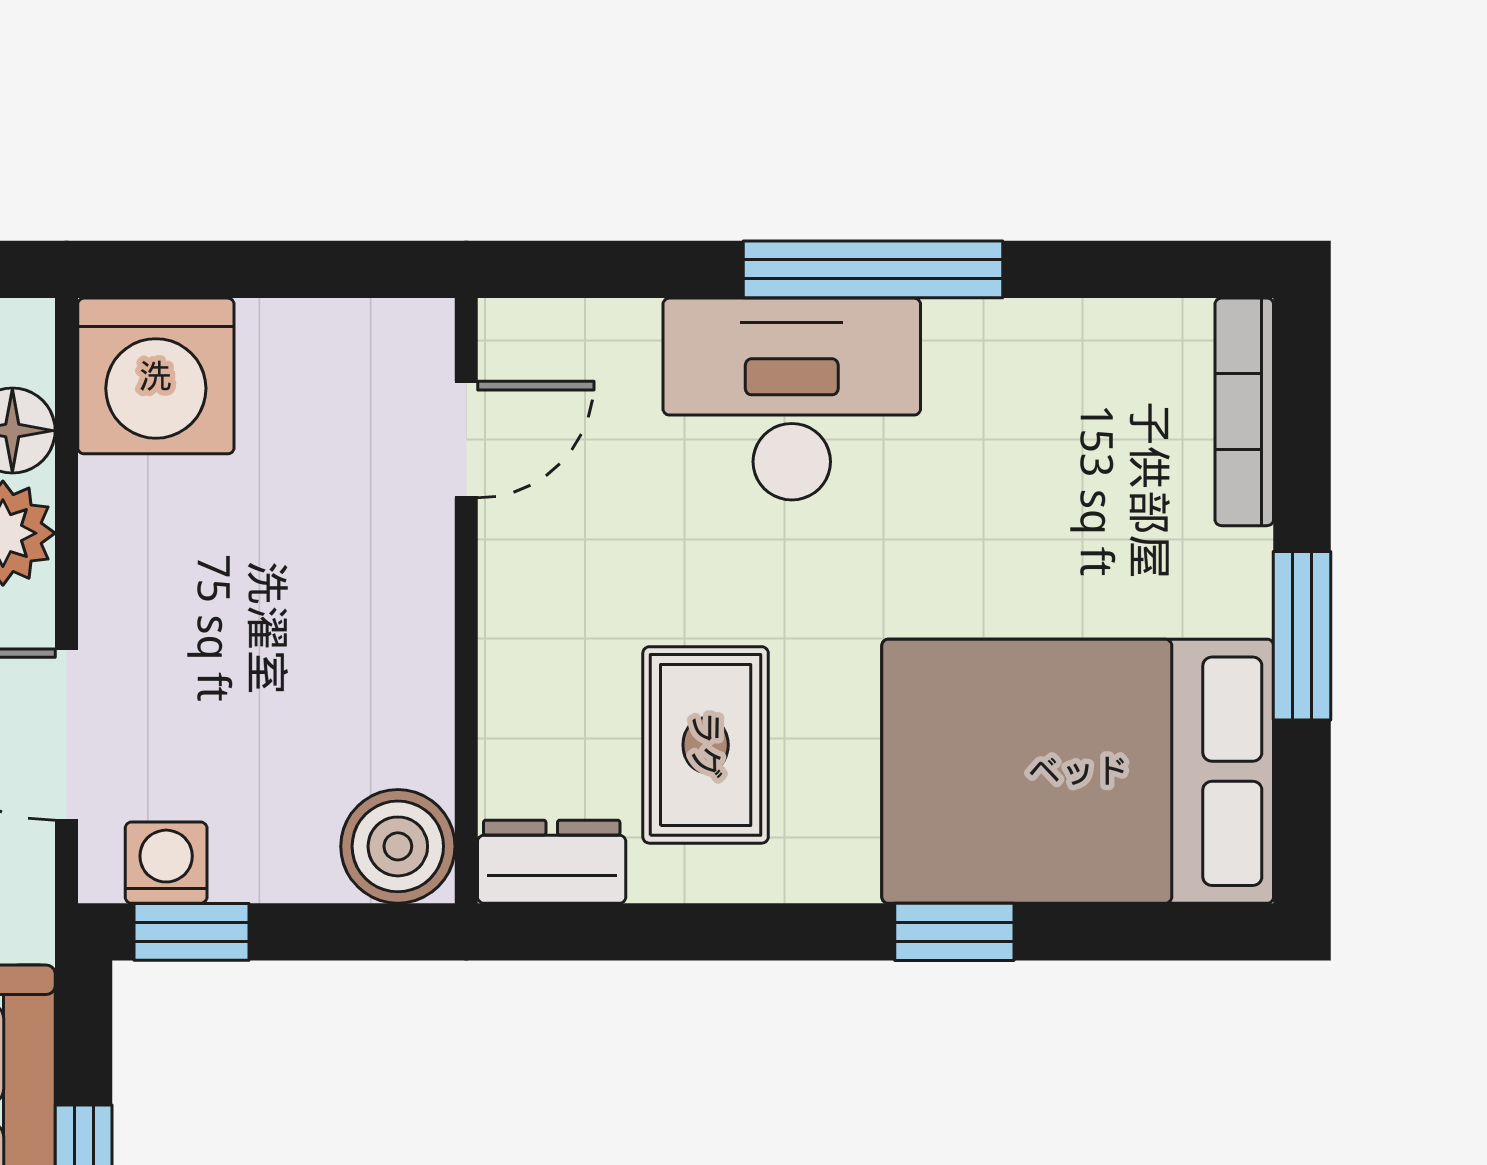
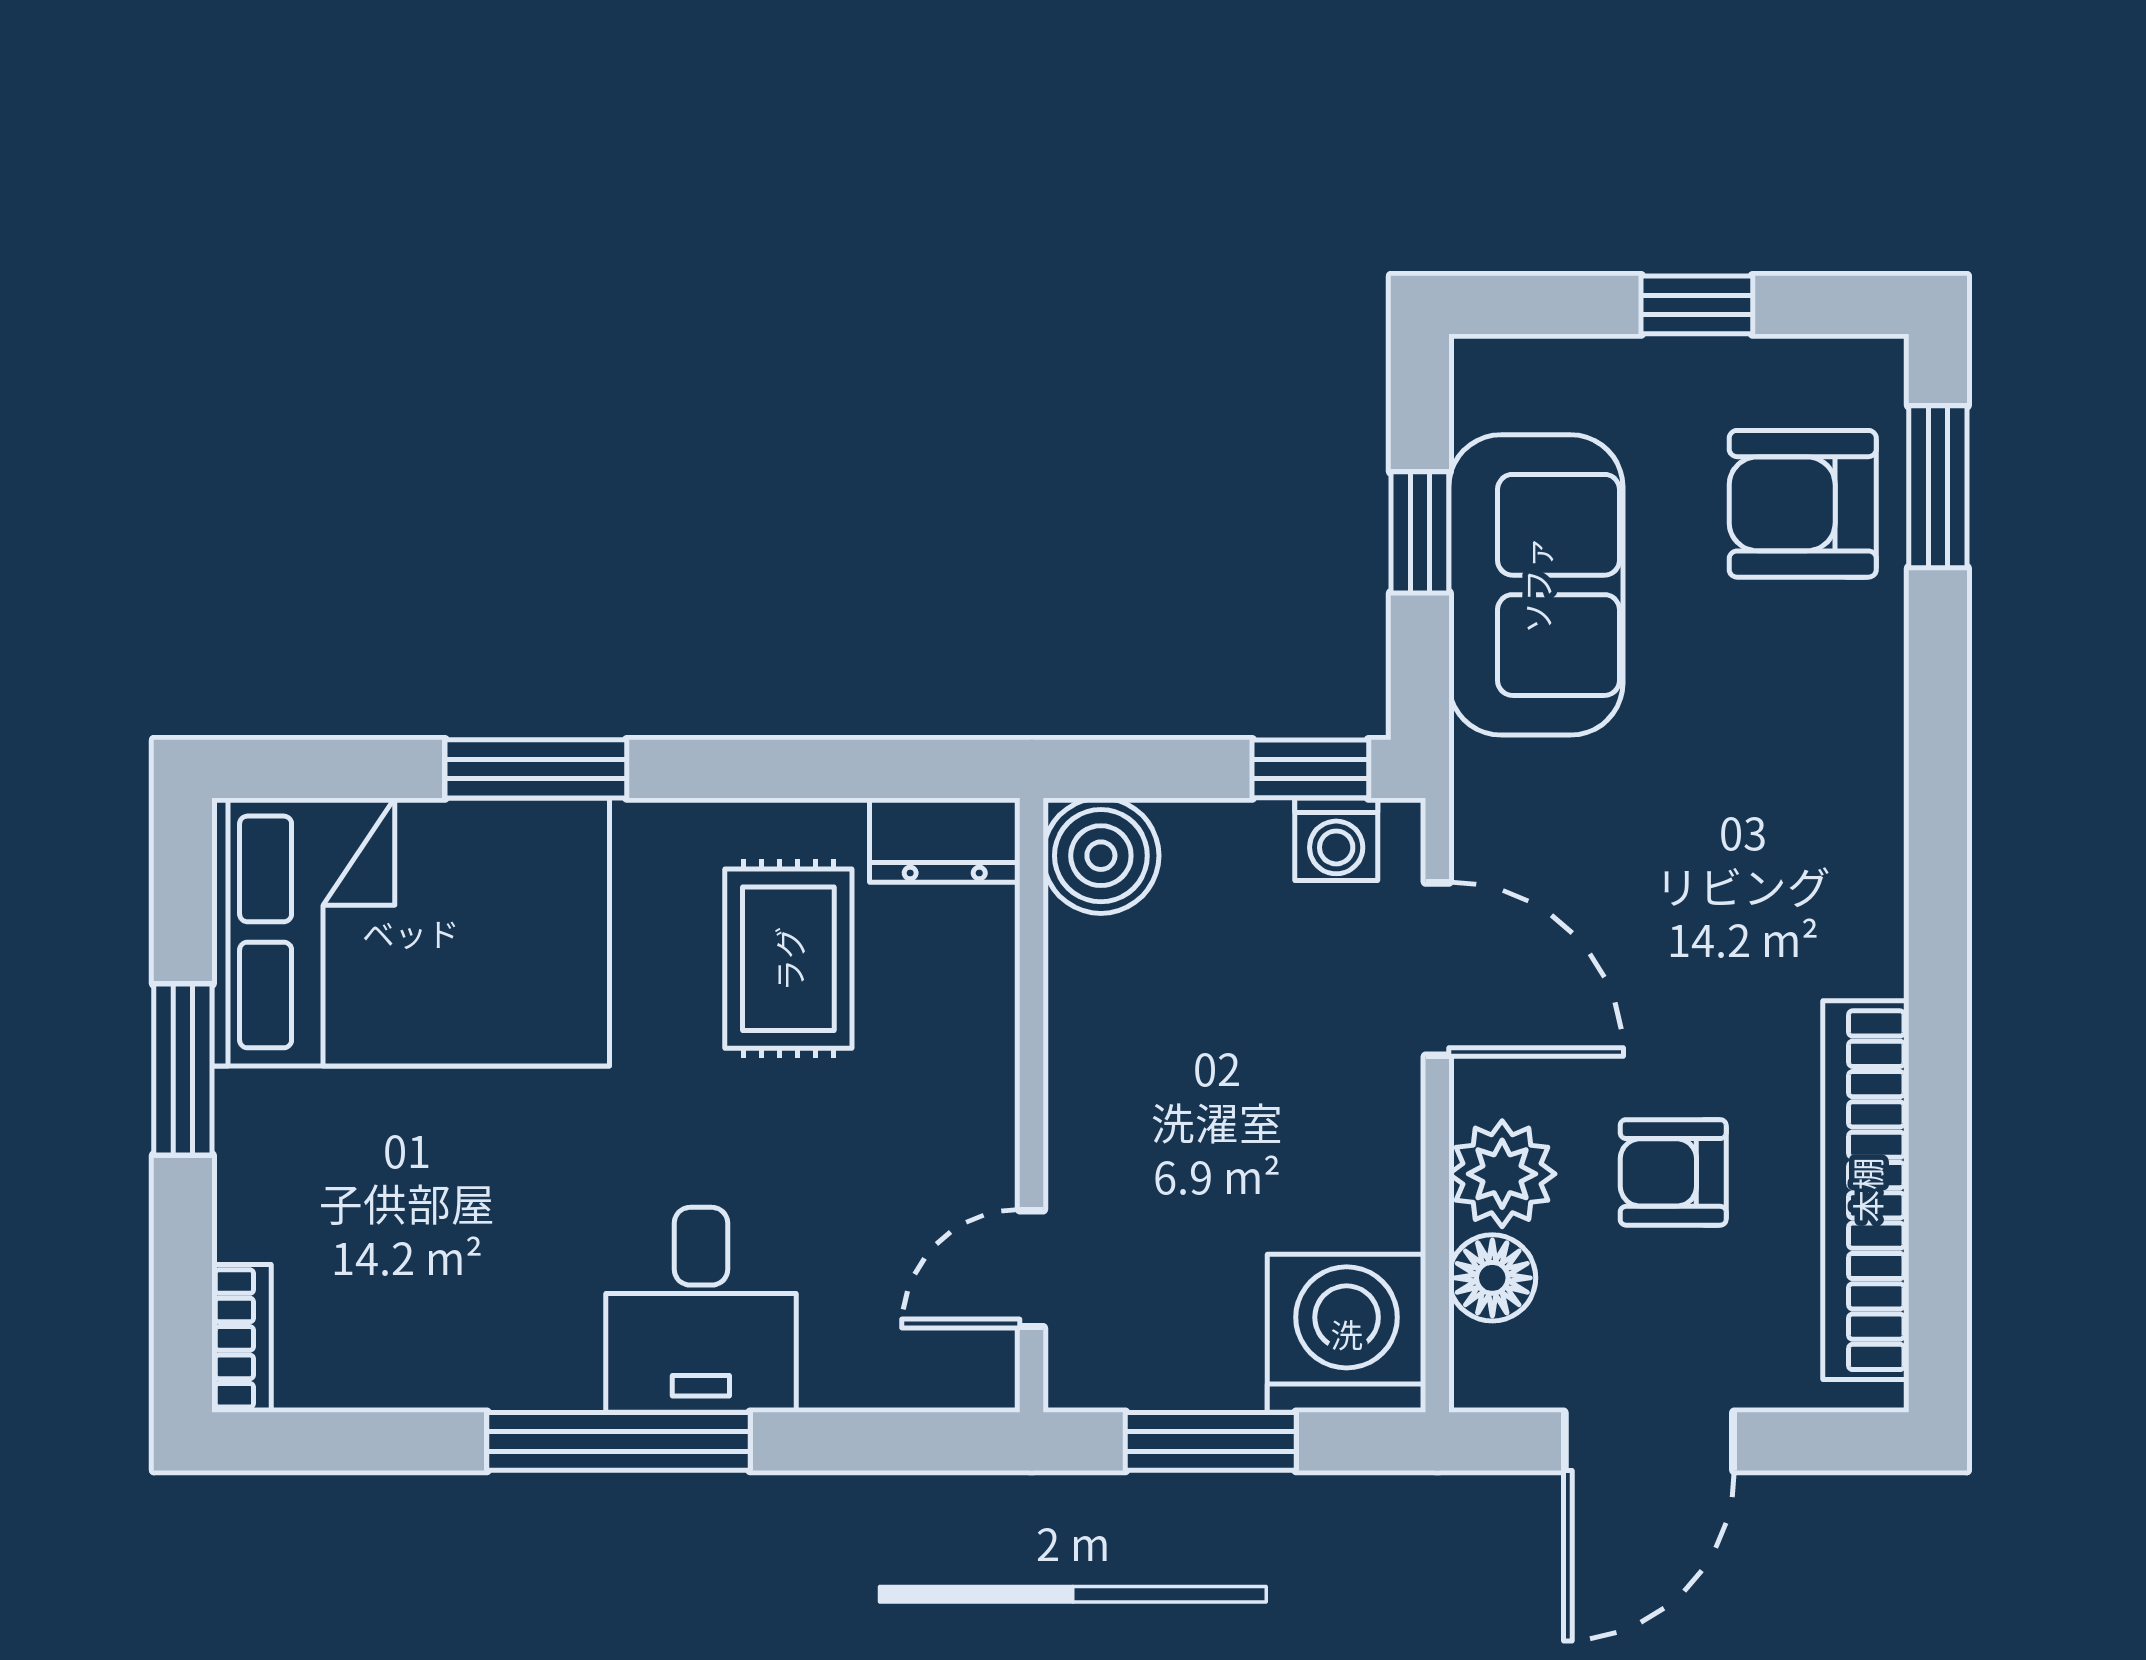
window: (290, 269) -> (1211, 1441), added
desk: (792, 399) -> (701, 1310), width x0.73
bookcase: (1244, 412) -> (242, 1338), width x0.64
window: (954, 932) -> (536, 769), width x1.50

